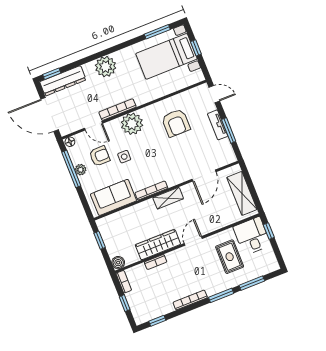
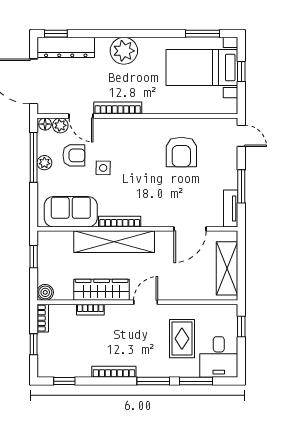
plant: (132, 124) -> (60, 125), moved, width x0.53, depth x0.53
tv unit: (218, 125) -> (231, 208), moved
shelving: (168, 198) -> (114, 242), width x2.20, depth x1.33
desk: (252, 236) -> (219, 357), moved, turned 180

